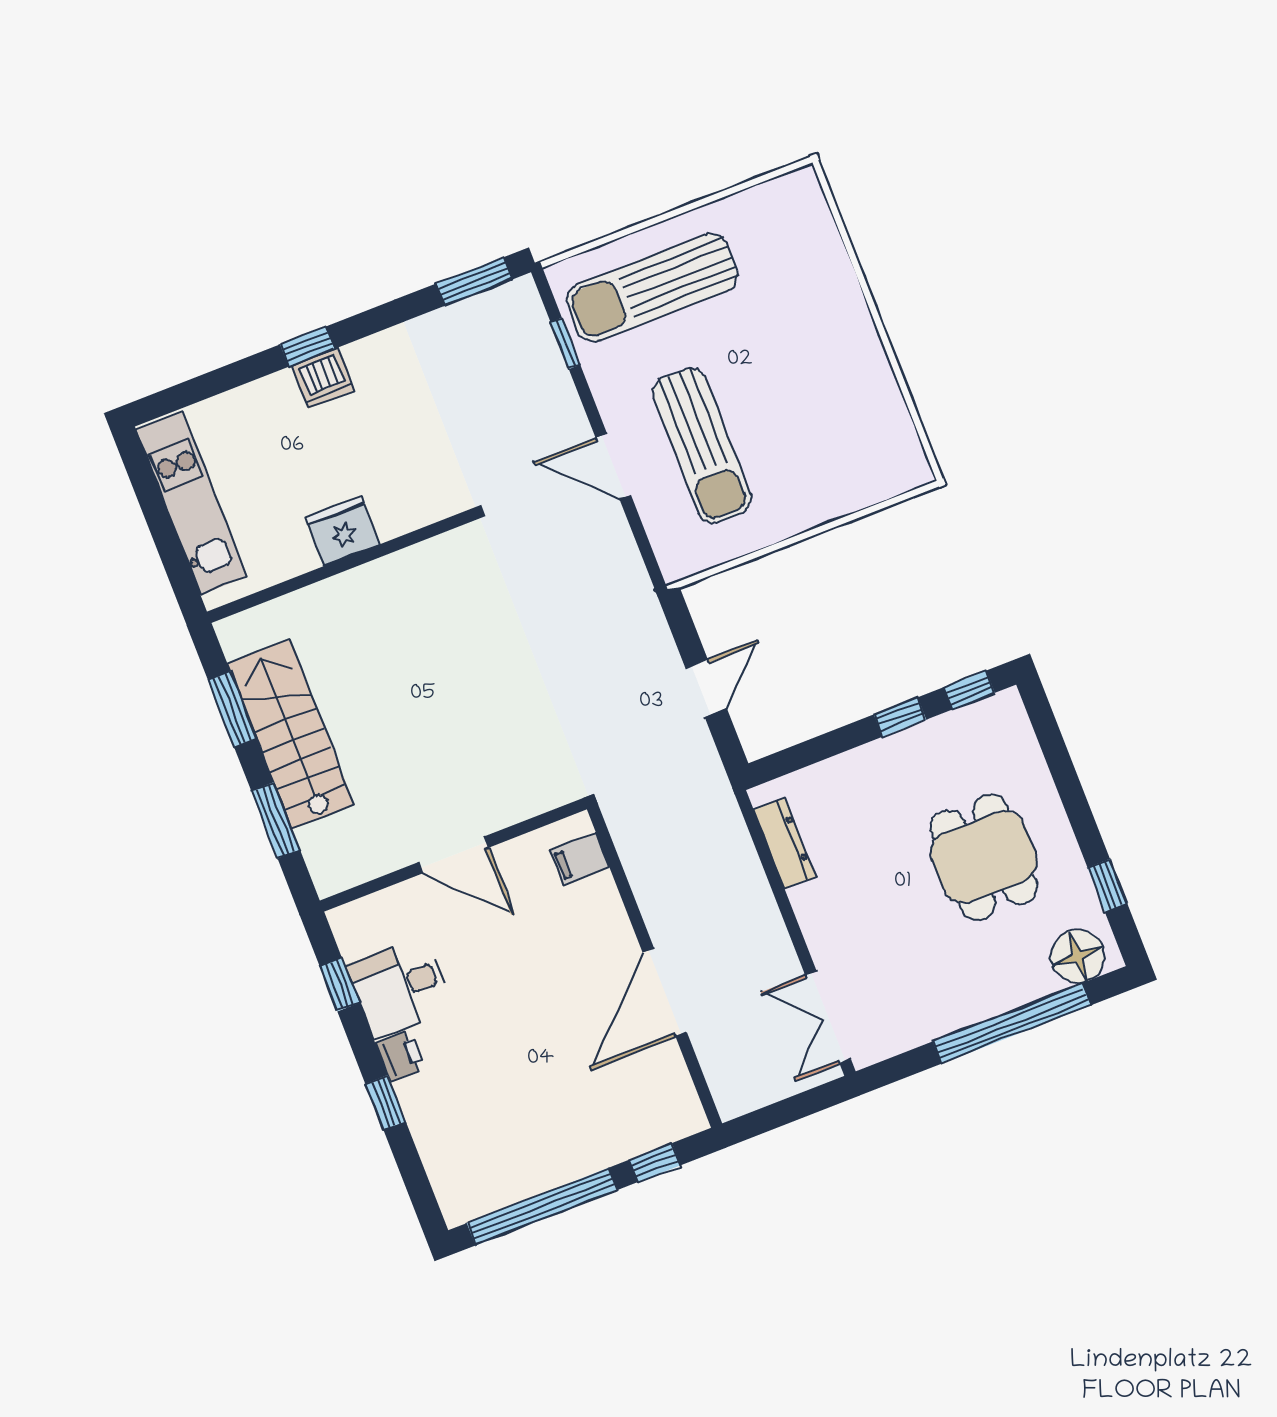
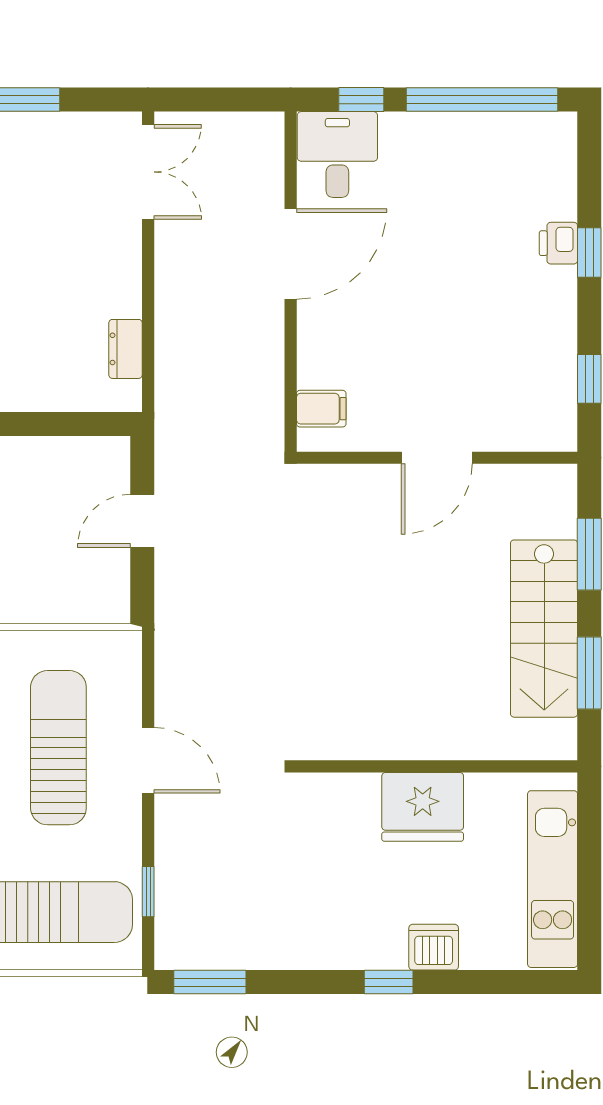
dishwasher: (323, 378) -> (434, 947), moved
fridge: (343, 531) -> (423, 807), width x1.36, depth x1.34
dresser: (785, 843) -> (126, 349), width x0.70
door: (454, 855) -> (437, 458), swing flipped
desk: (400, 987) -> (337, 155), moved, turned -90
printer: (401, 1056) -> (558, 243), moved

